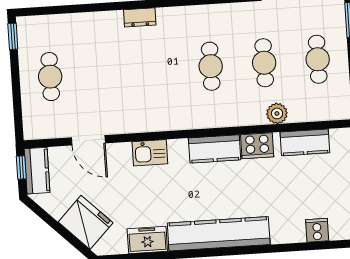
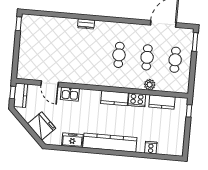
cafe table: (50, 77) -> (35, 48), removed
kitchen sink: (150, 153) -> (70, 94), moved
cooker: (317, 230) -> (151, 148), moved

